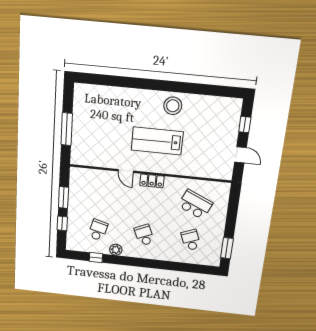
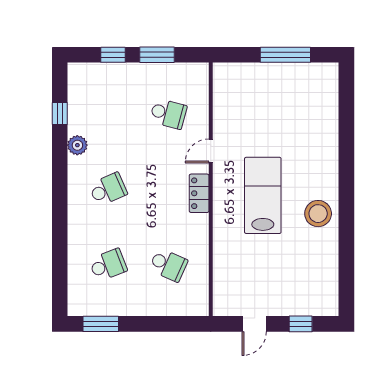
window: (67, 129) -> (285, 55), moved
school desk: (195, 204) -> (168, 265), width x0.54
school desk: (98, 230) -> (168, 114), moved

